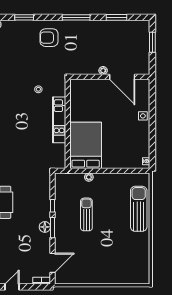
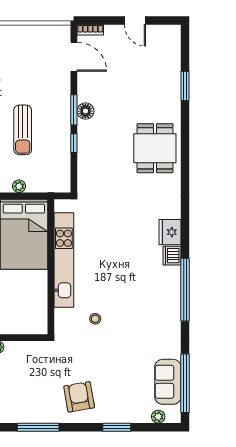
armchair: (49, 38) -> (79, 397), turned -100
kitchen unit: (59, 120) -> (64, 260), width x1.36
door: (52, 263) -> (74, 57), swing flipped
door: (12, 287) -> (135, 21), hinge flipped

